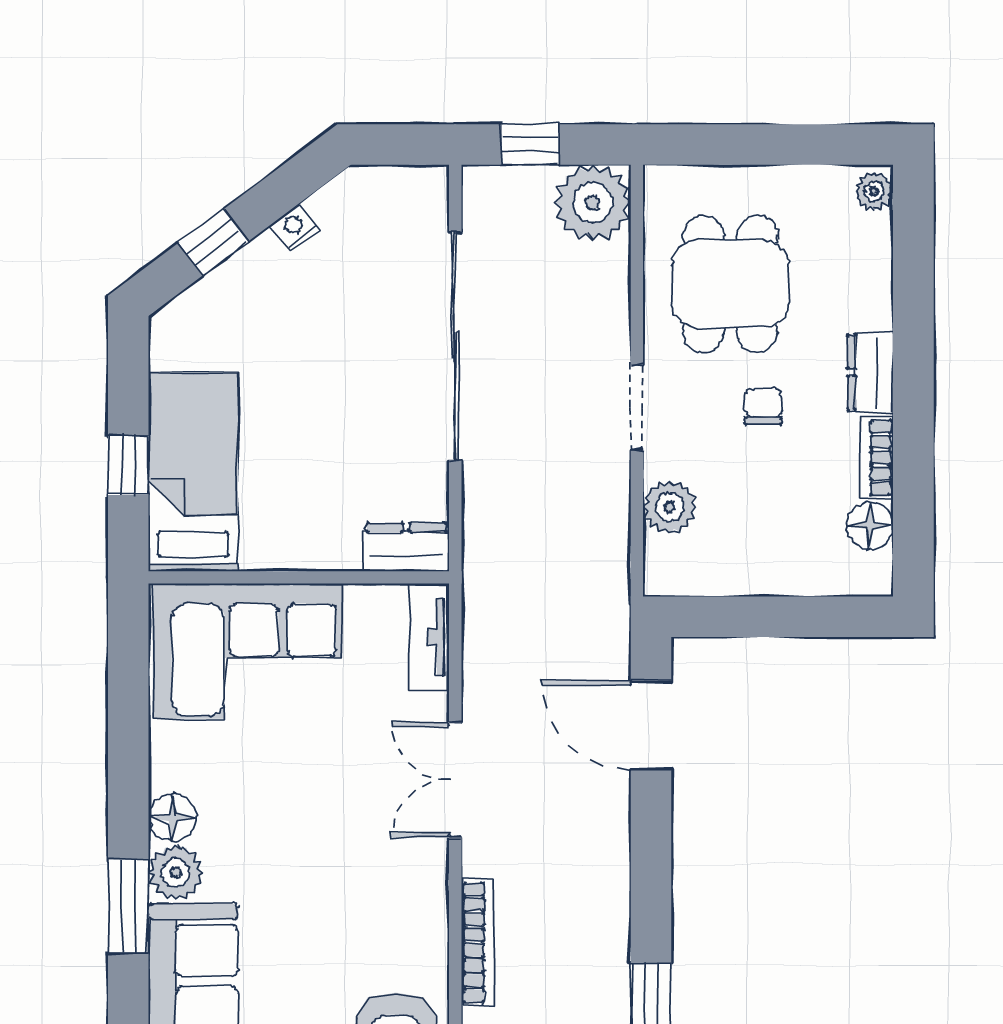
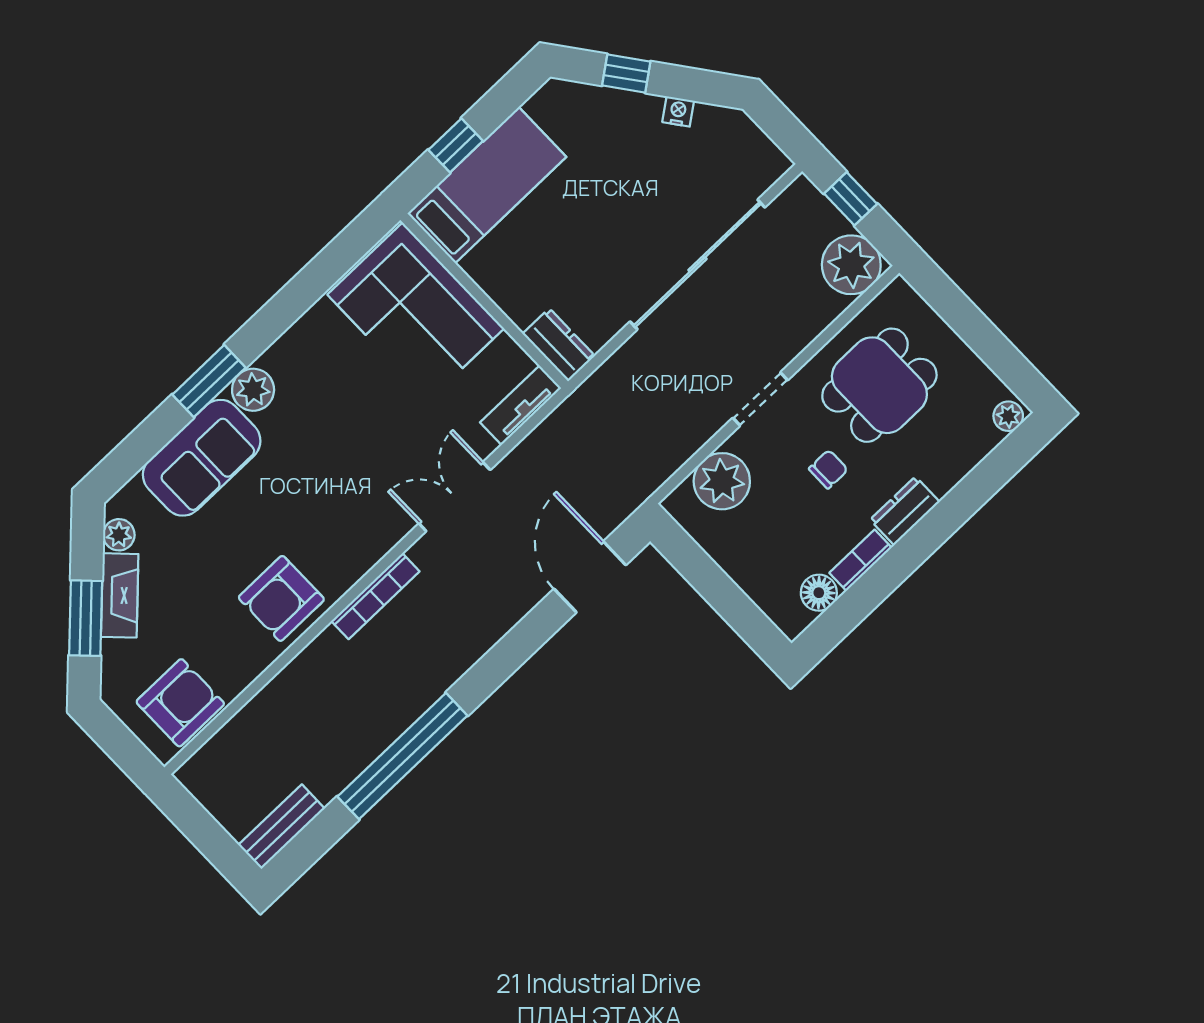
plant: (670, 507) -> (722, 481), width x1.36, depth x1.36
floor lamp: (172, 818) -> (282, 358), removed

